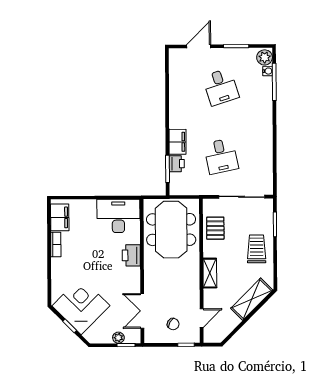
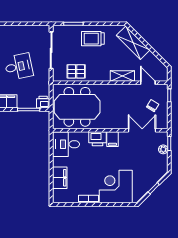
printer: (177, 164) -> (43, 102), moved
desk: (118, 216) -> (66, 144), width x0.73
filing cabinet: (60, 217) -> (60, 178), moved, turned 90
shelving: (210, 273) -> (122, 76), moved
filing cabinet: (131, 274) -> (113, 139), added
corner desk: (81, 306) -> (116, 187), moved, turned 45
double door: (142, 311) -> (142, 130), swing flipped

